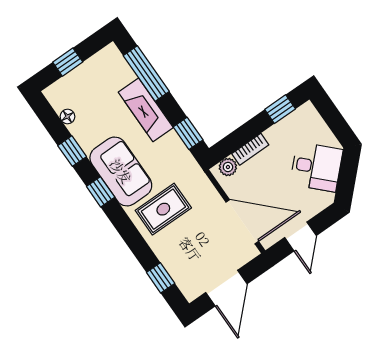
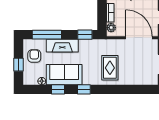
armchair: (99, 77) -> (34, 56), added
sofa: (121, 171) -> (64, 75), moved
door: (242, 222) -> (139, 38), hinge flipped
window: (161, 278) -> (138, 89), removed

